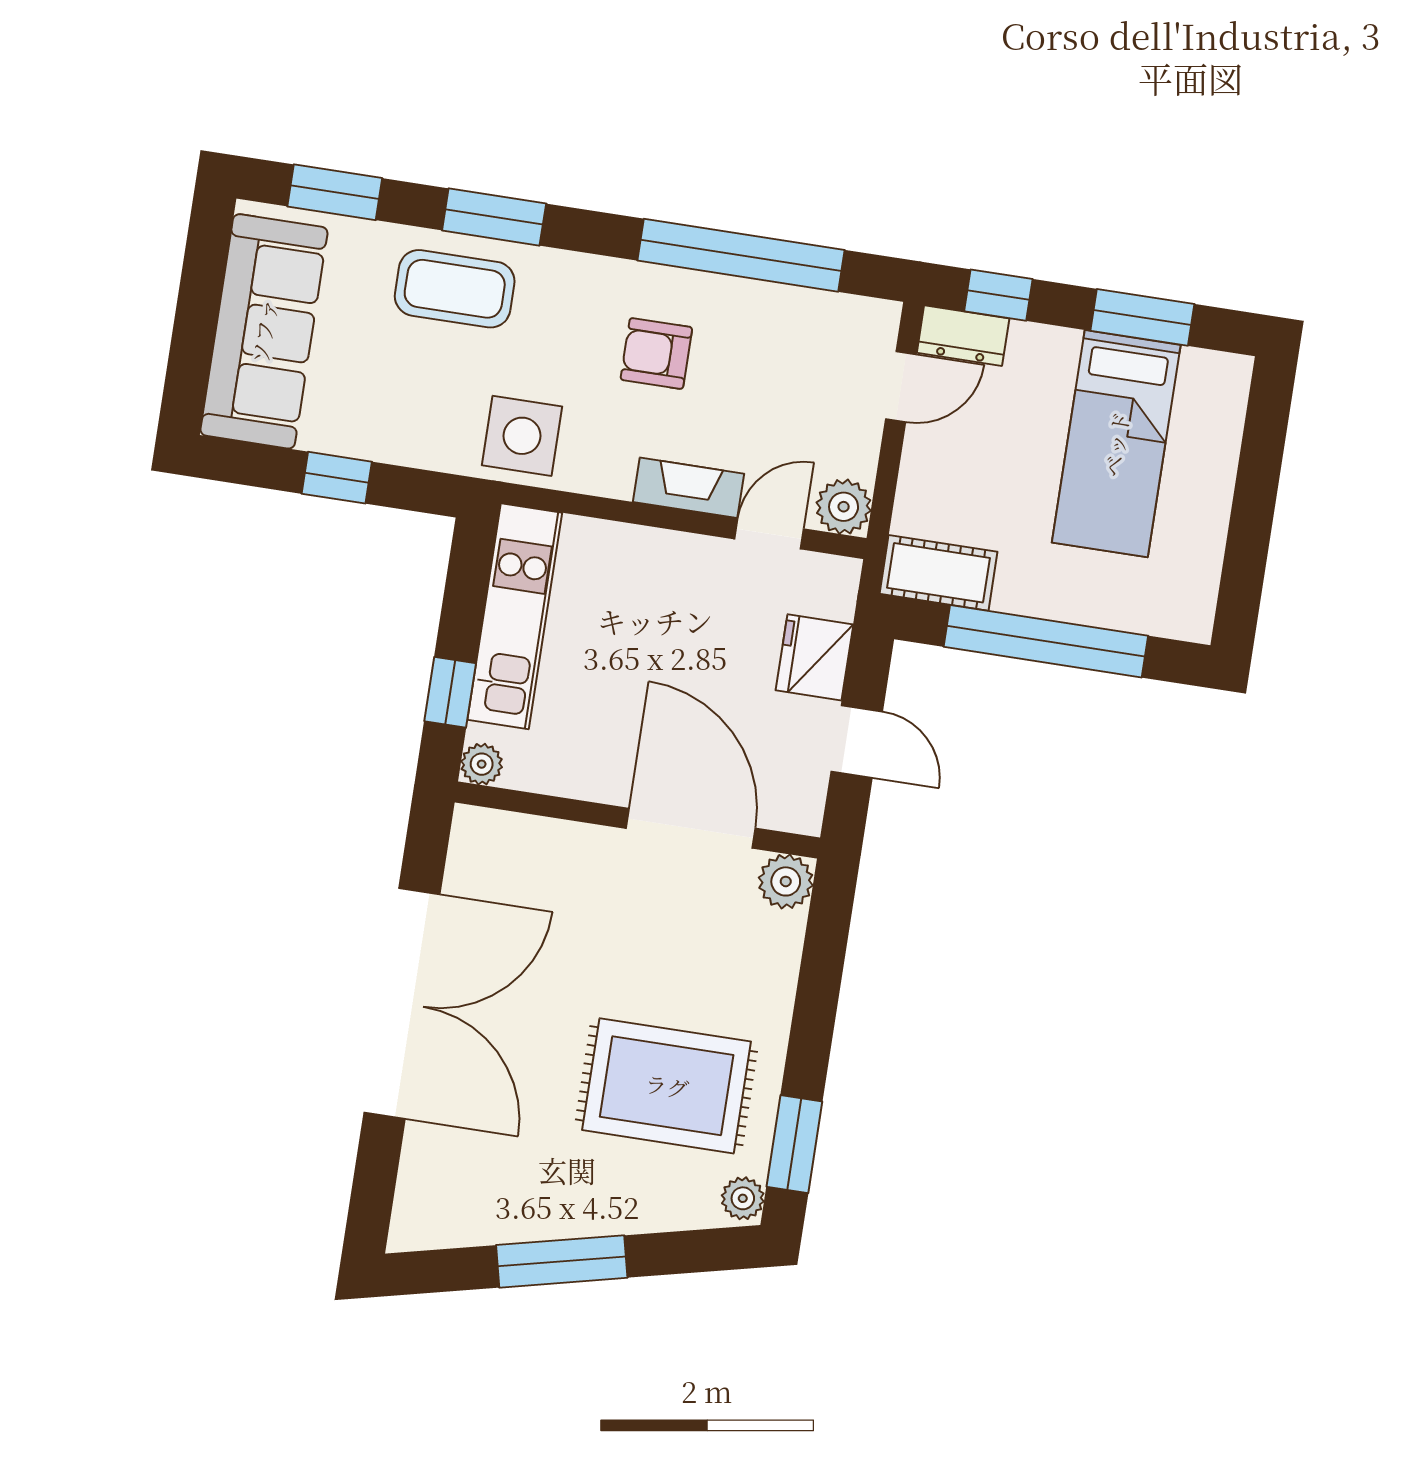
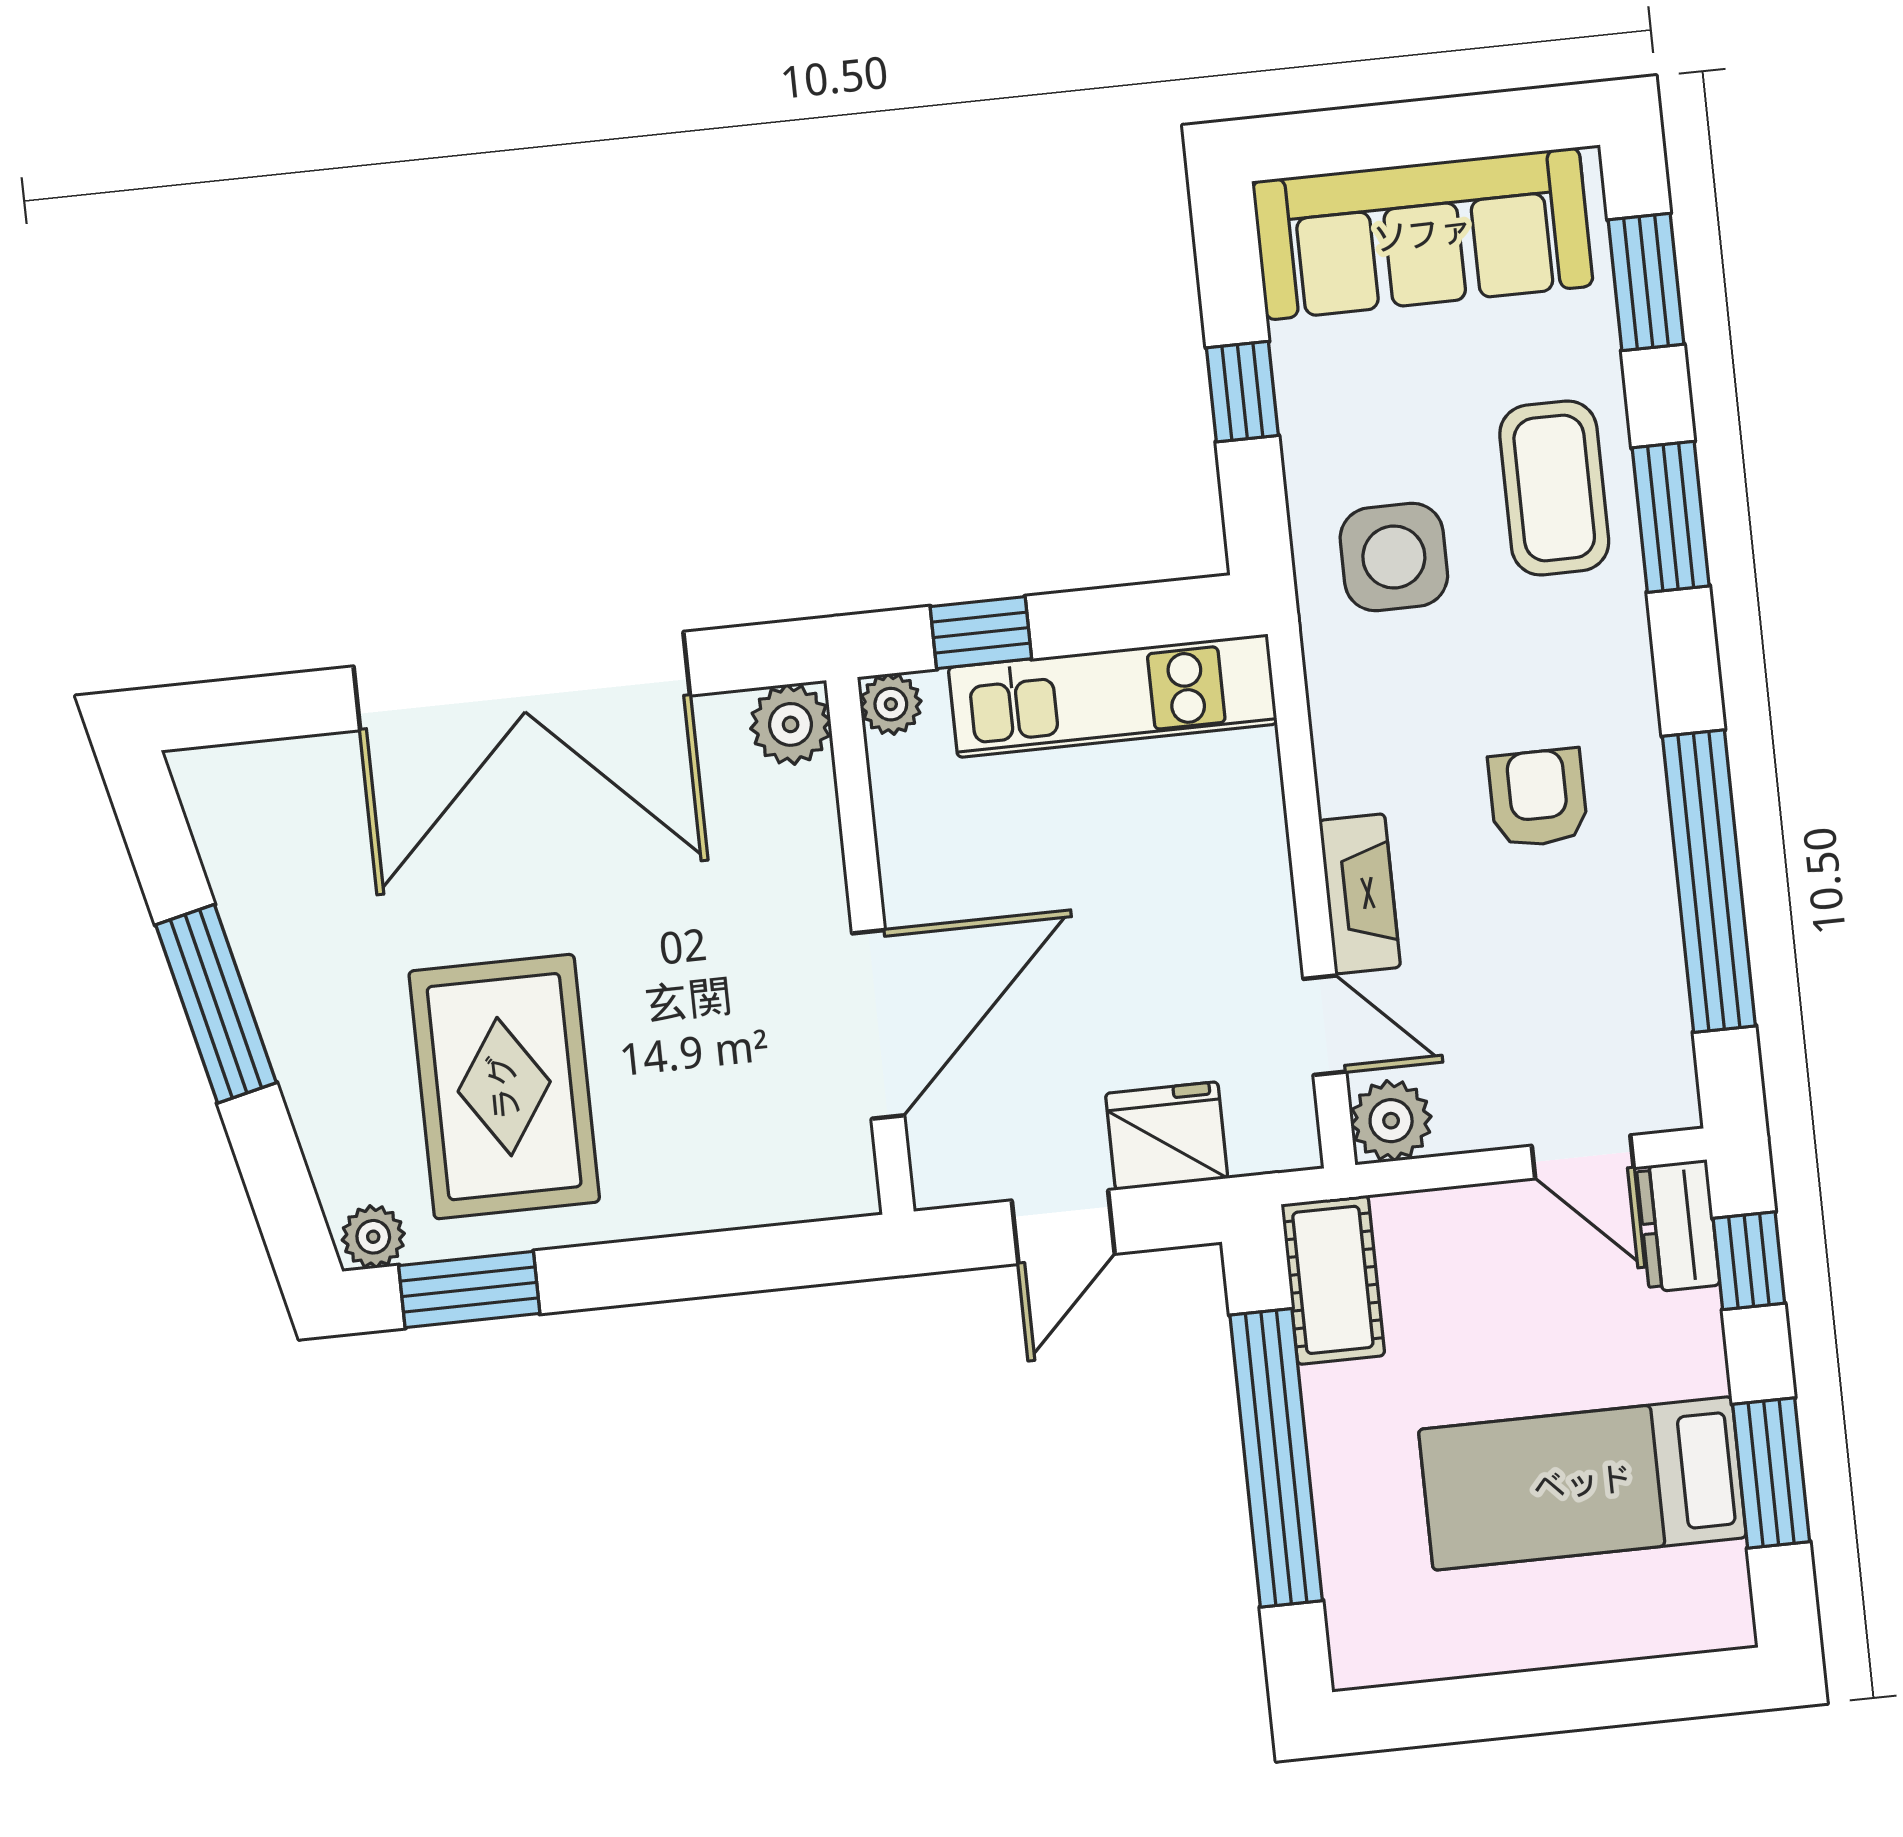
side table: (522, 436) -> (1394, 557), moved
plant: (786, 881) -> (791, 724), moved

